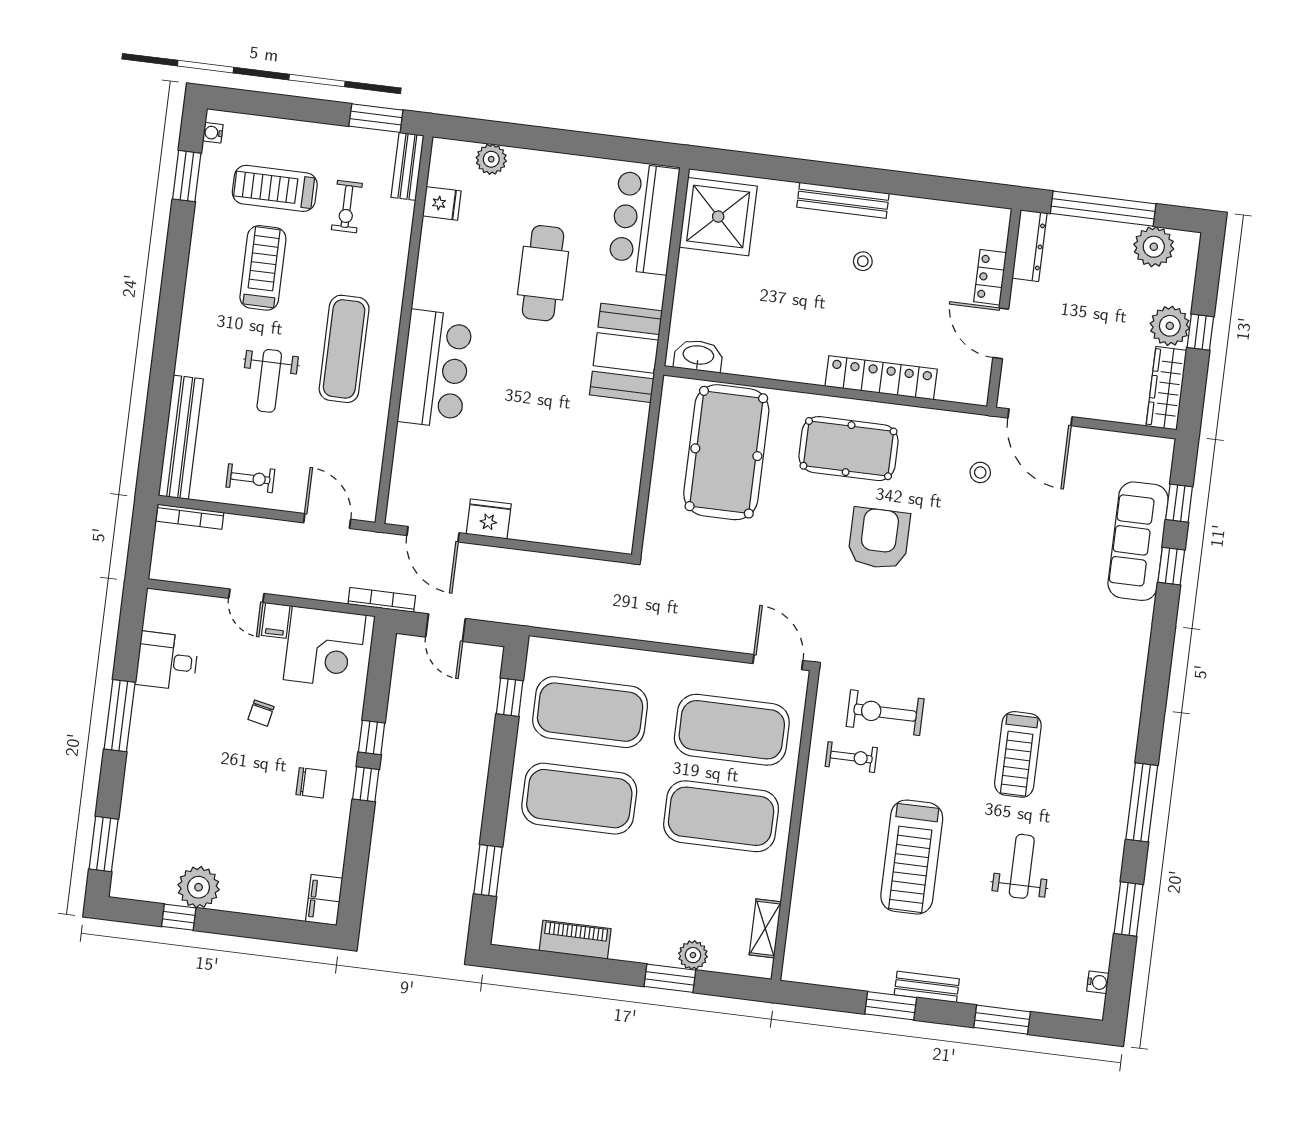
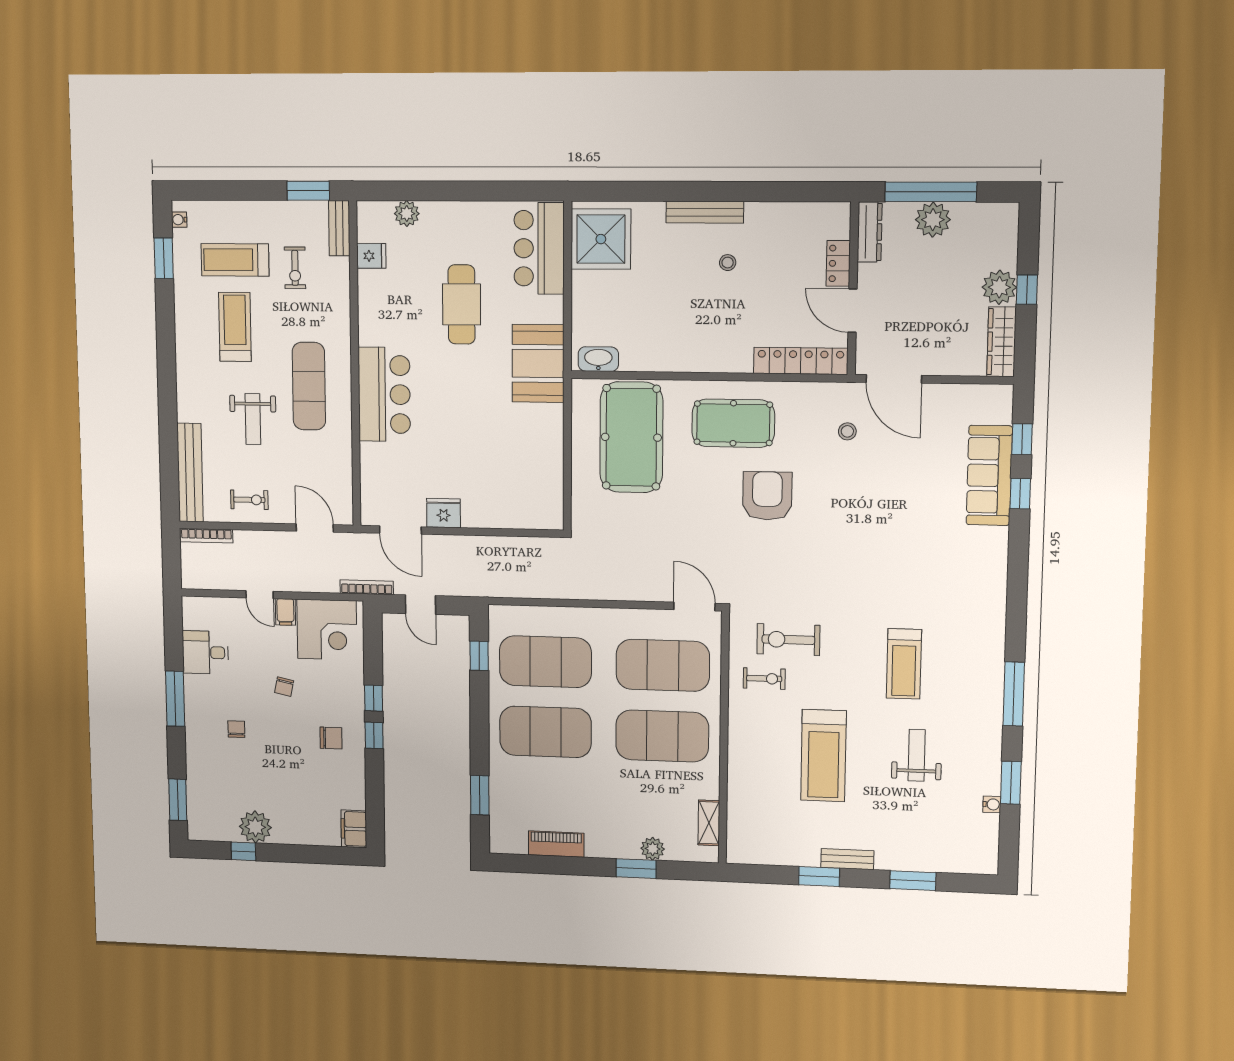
plant: (1154, 247) -> (933, 220), moved
locker: (881, 378) -> (801, 361), moved
chair: (192, 761) -> (236, 729), added
water cooler: (1098, 982) -> (992, 804), moved

